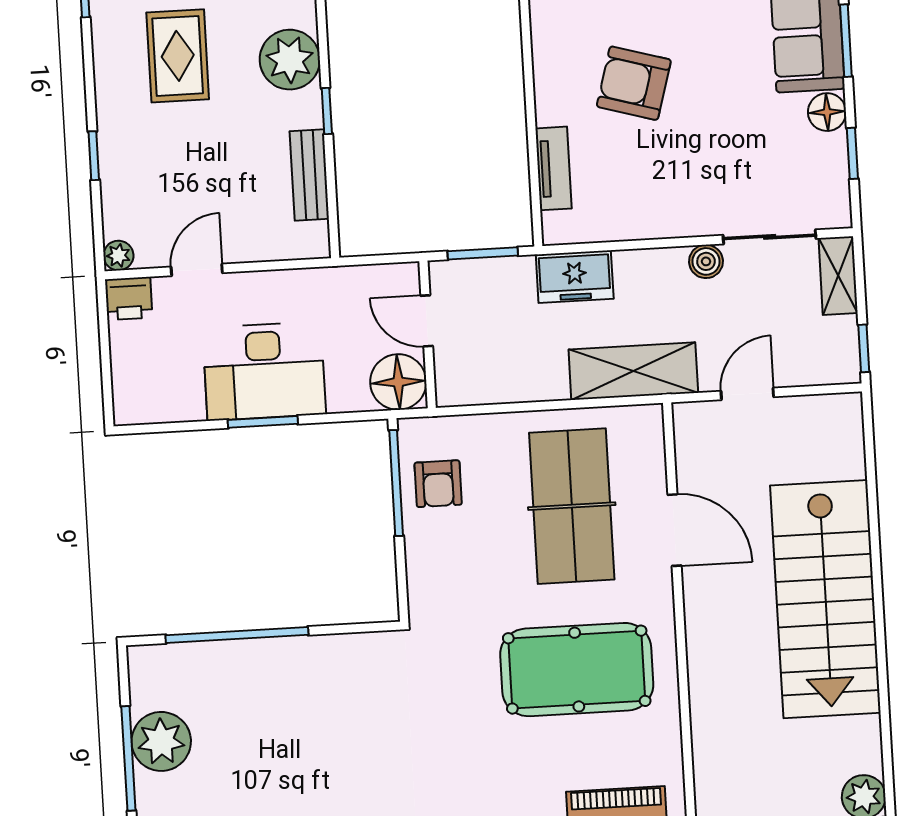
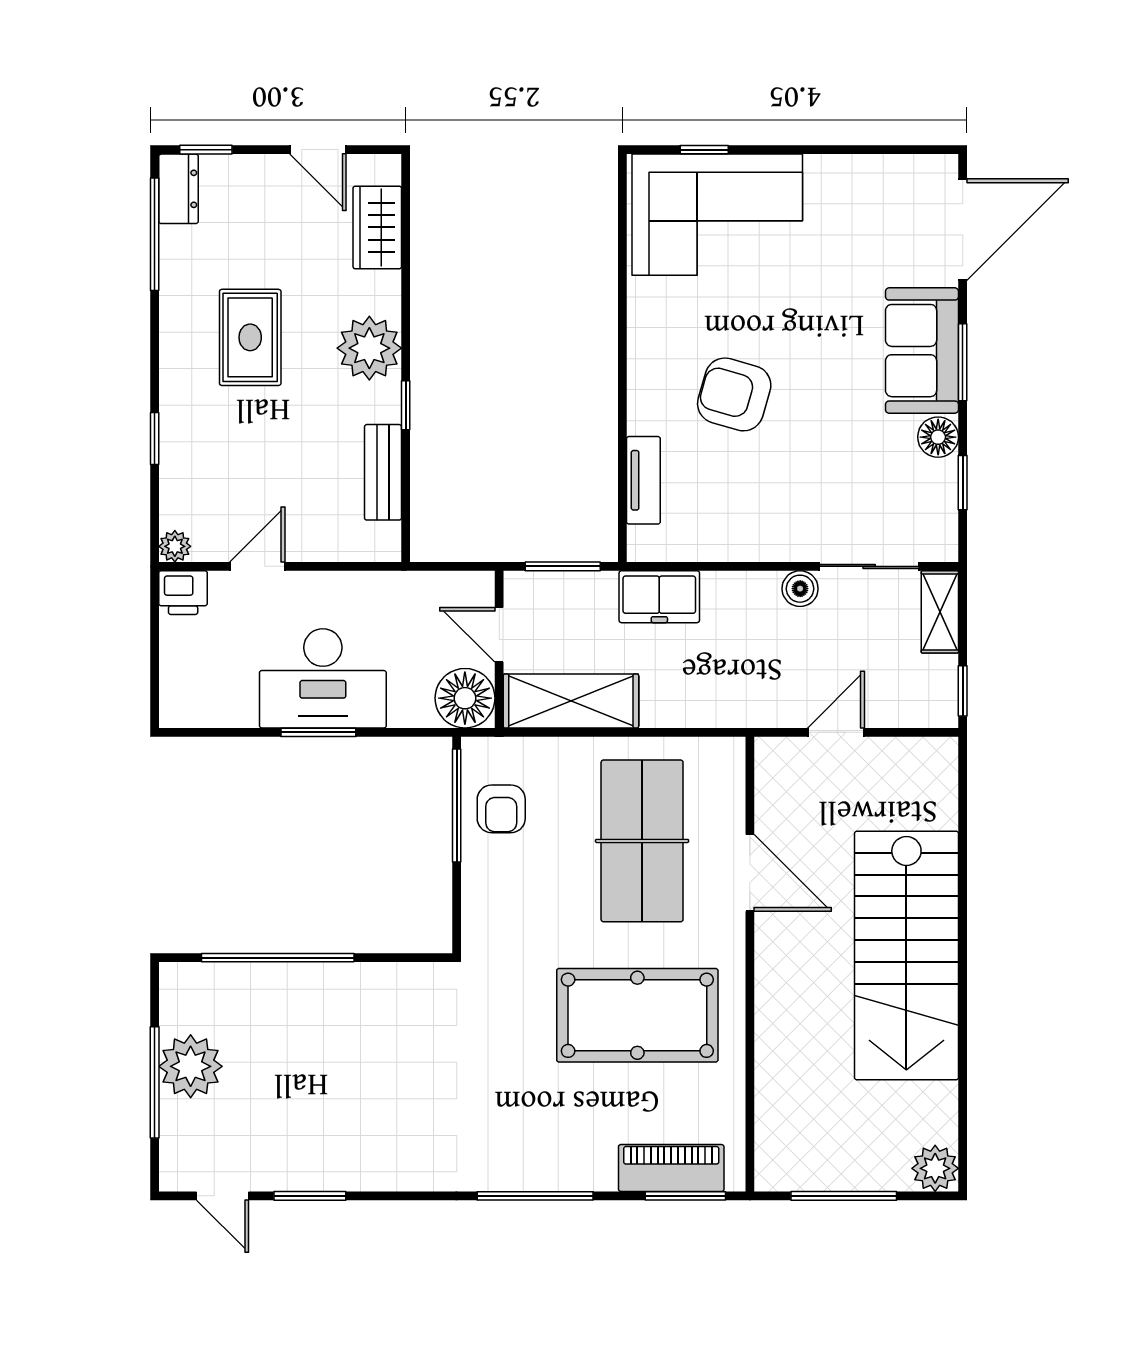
shelving: (633, 371) -> (571, 701), moved

